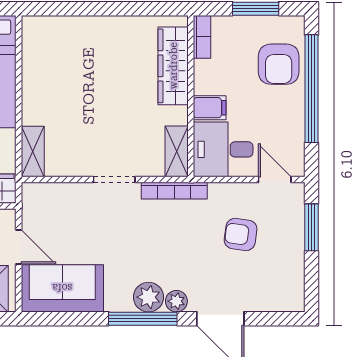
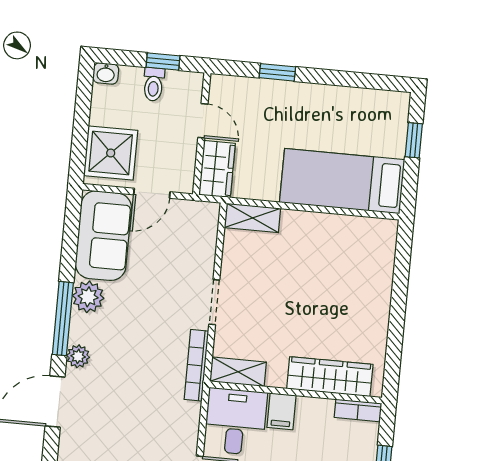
armchair: (241, 234) -> (143, 432), removed
plant: (148, 297) -> (88, 297), moved

